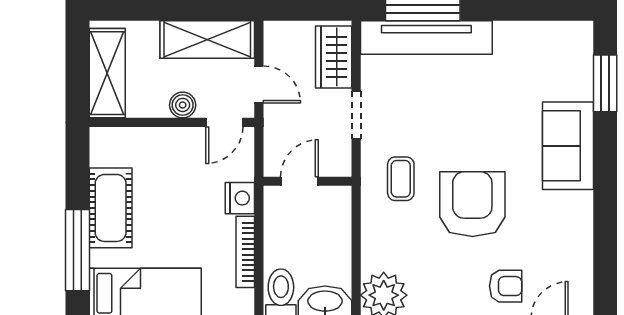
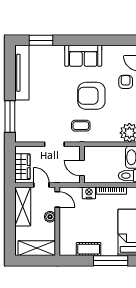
tv unit: (426, 38) -> (22, 73), moved
wardrobe: (334, 57) -> (22, 167), moved, turned -90
door: (259, 84) -> (41, 185), hinge flipped
sofa: (568, 146) -> (83, 56), moved
cot: (111, 208) -> (89, 249), width x0.73, depth x0.75

